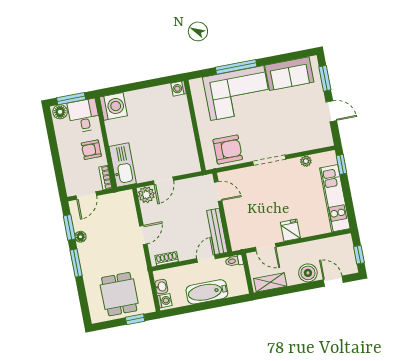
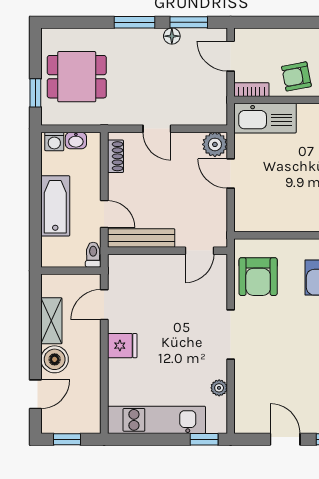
door: (331, 111) -> (285, 439), swing flipped
armchair: (91, 150) -> (296, 76), turned -101
shelving: (270, 282) -> (51, 321), moved

